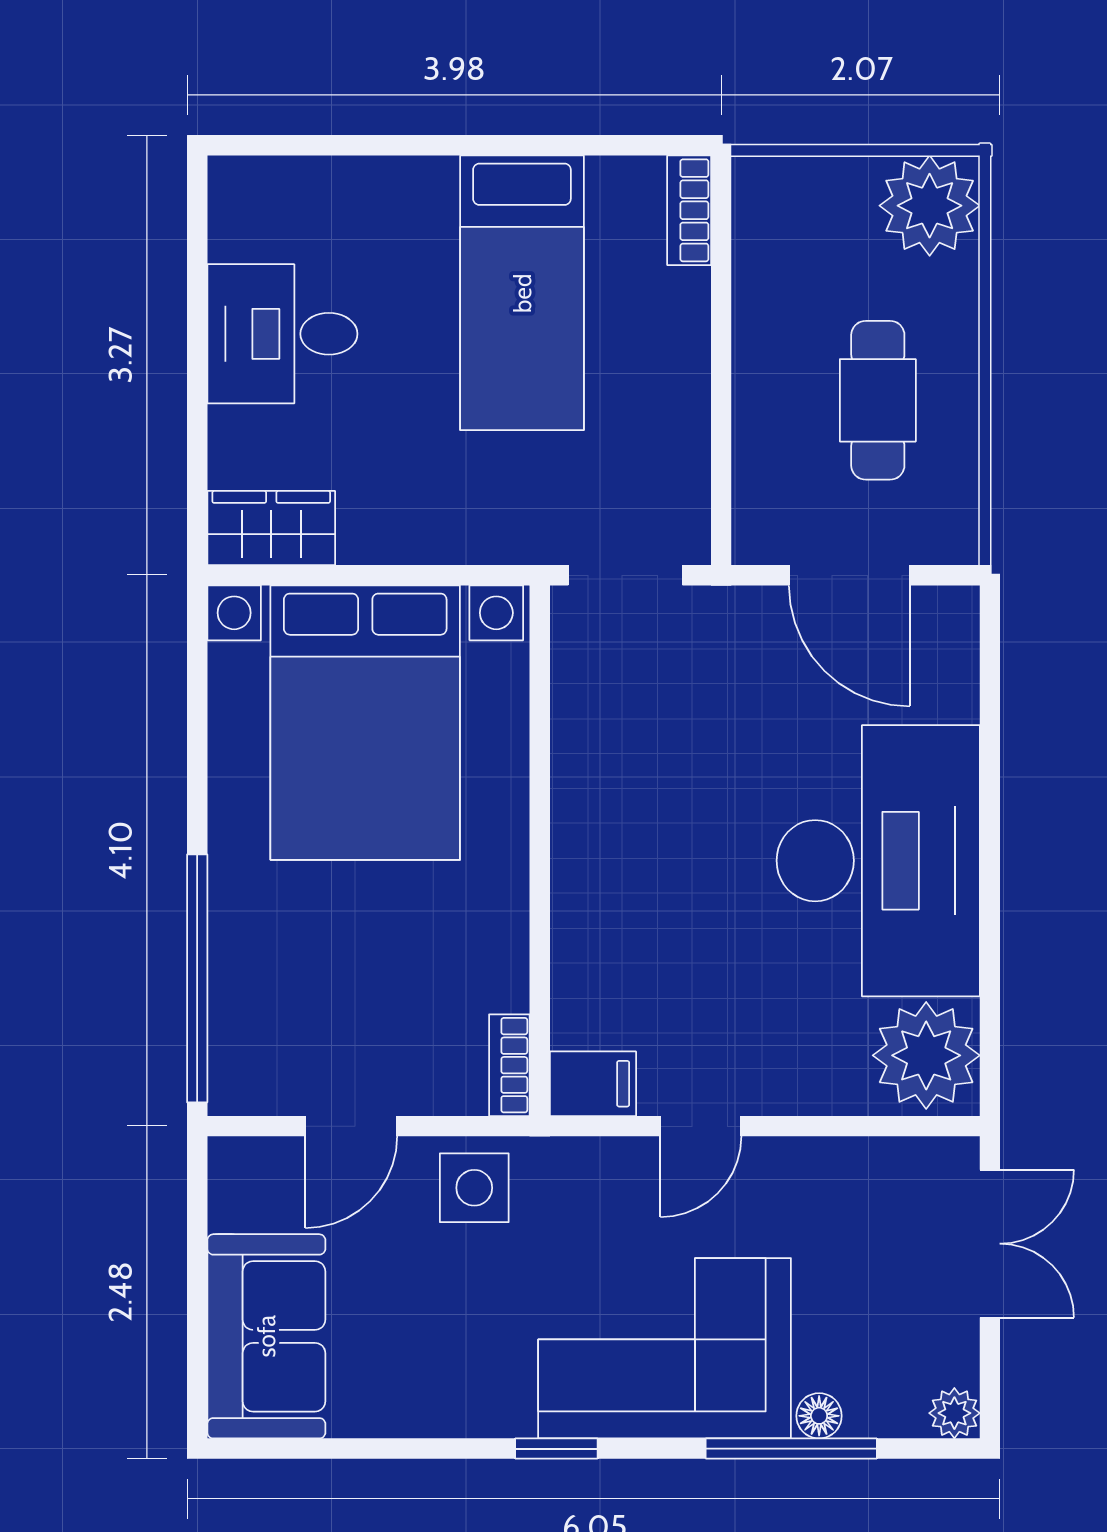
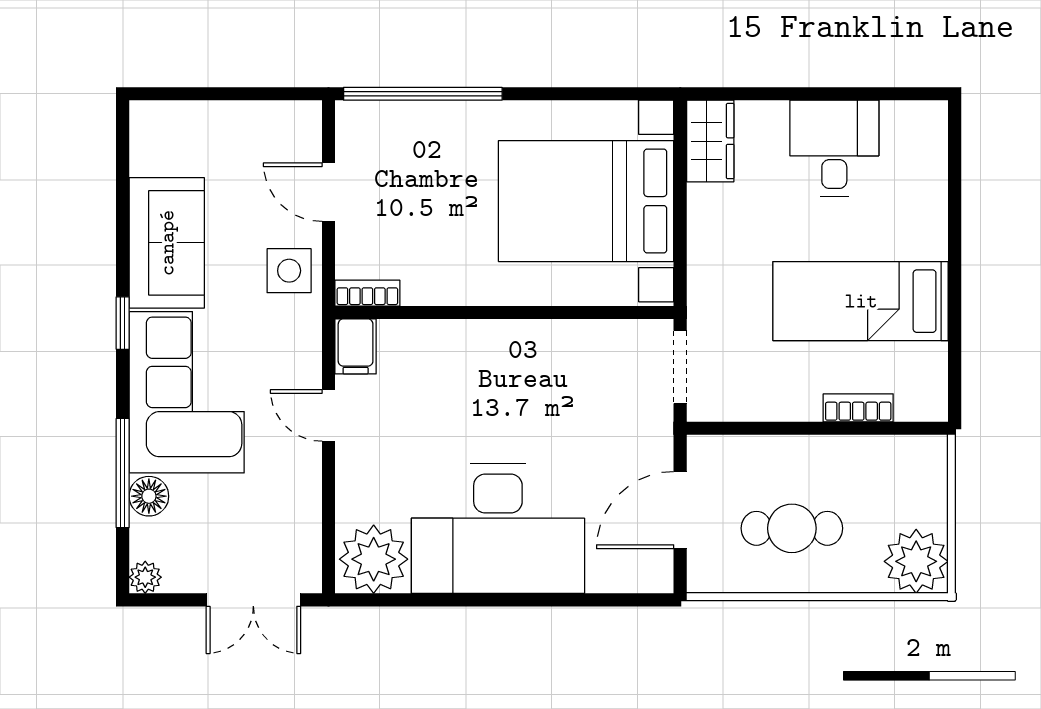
bookcase: (689, 210) -> (858, 408), moved
sofa: (266, 1336) -> (167, 243), moved, turned -90
floor lamp: (819, 1416) -> (149, 496), width x1.37, depth x1.37

